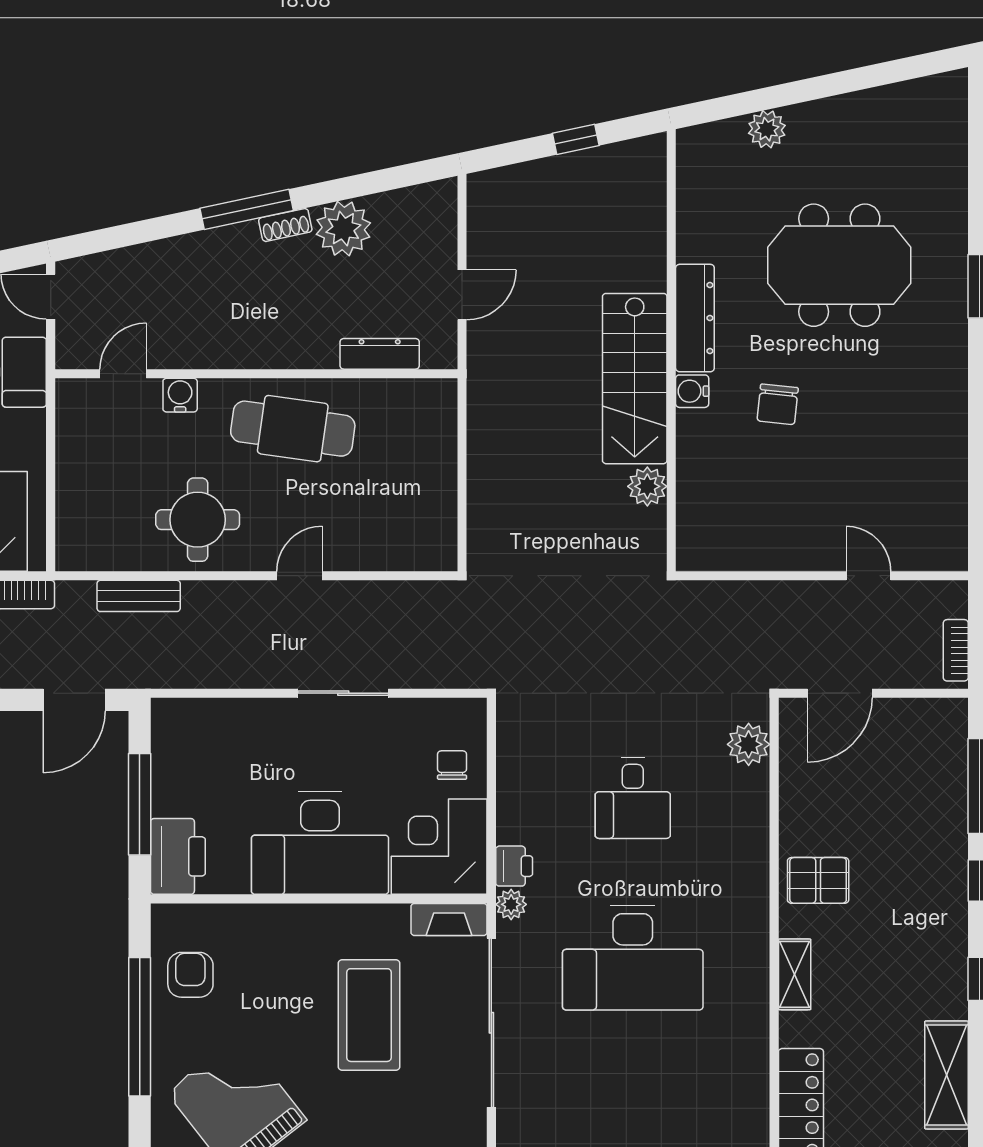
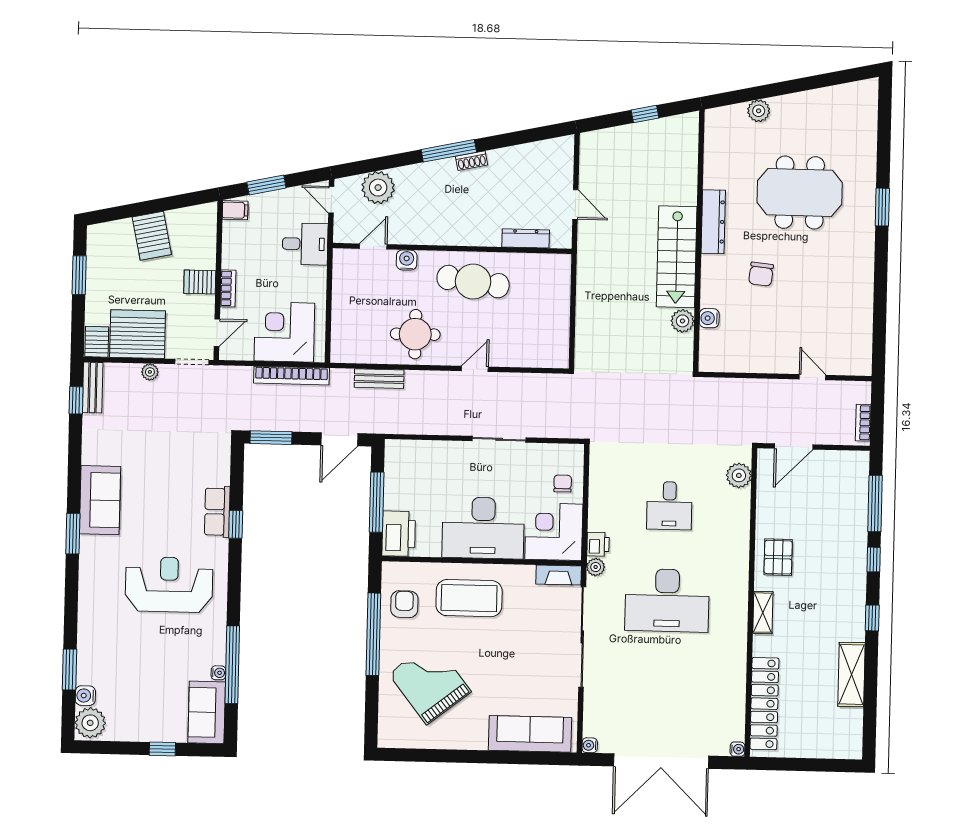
plant: (343, 229) -> (378, 188), moved
door: (462, 295) -> (575, 205), hinge flipped
water cooler: (692, 391) -> (709, 318), moved
pallet: (818, 880) -> (778, 557), turned 90
coffee table: (369, 1015) -> (469, 598), moved, turned 90

